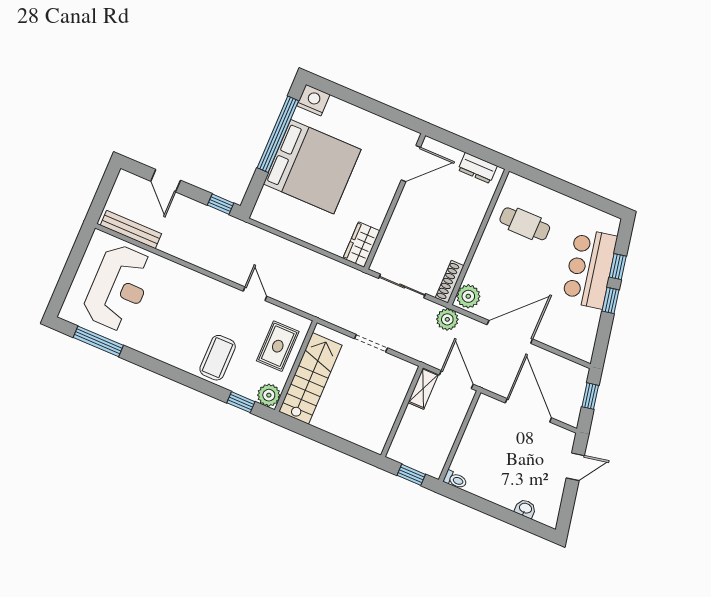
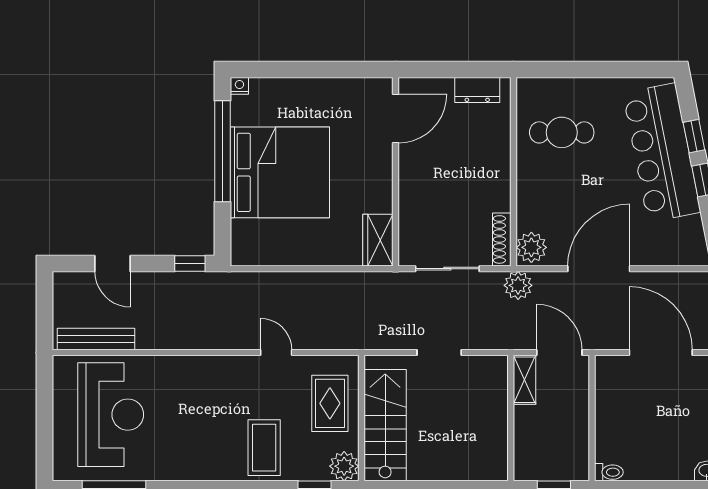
nightstand: (313, 100) -> (239, 86), width x0.53, depth x0.56
bar counter: (590, 268) -> (662, 153), width x1.36

